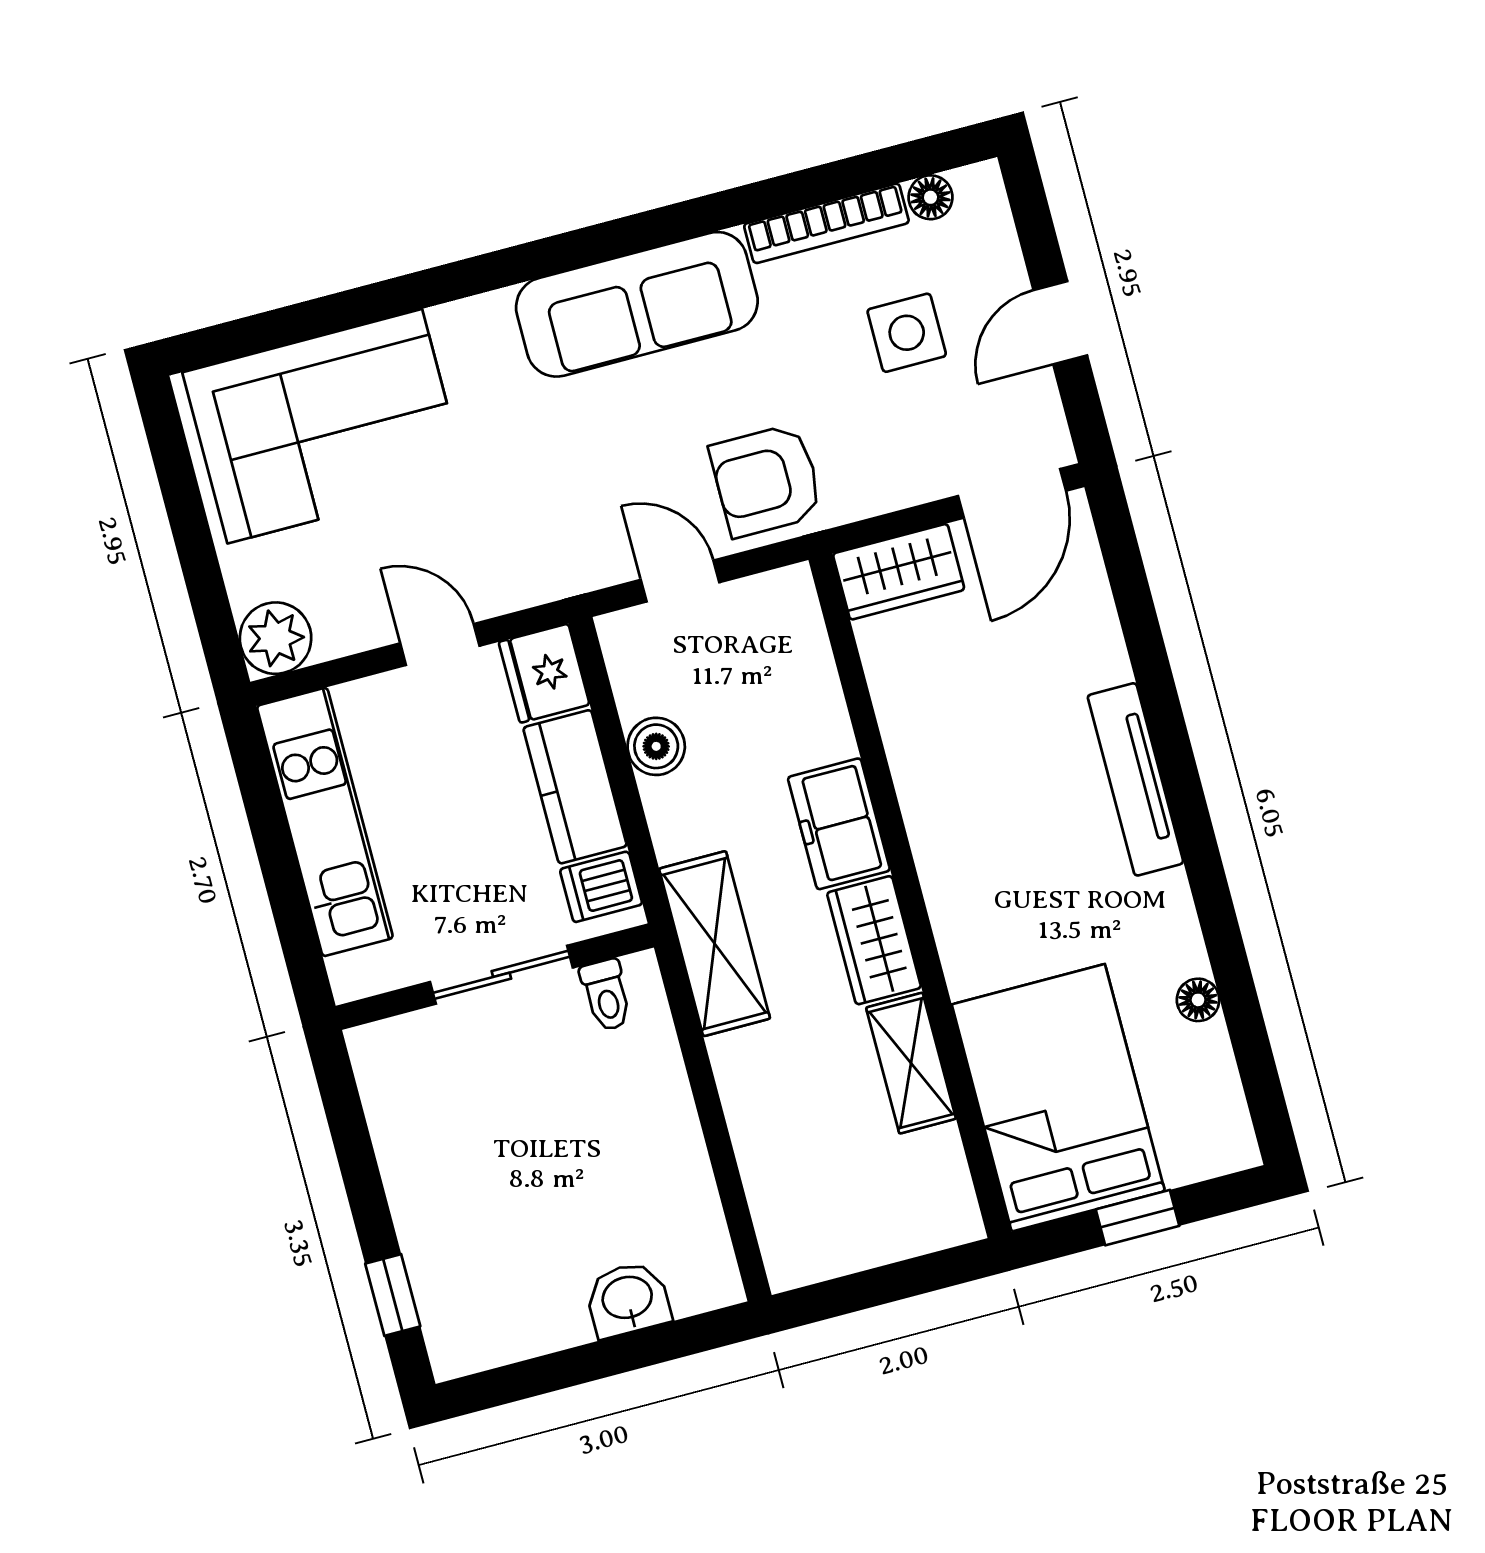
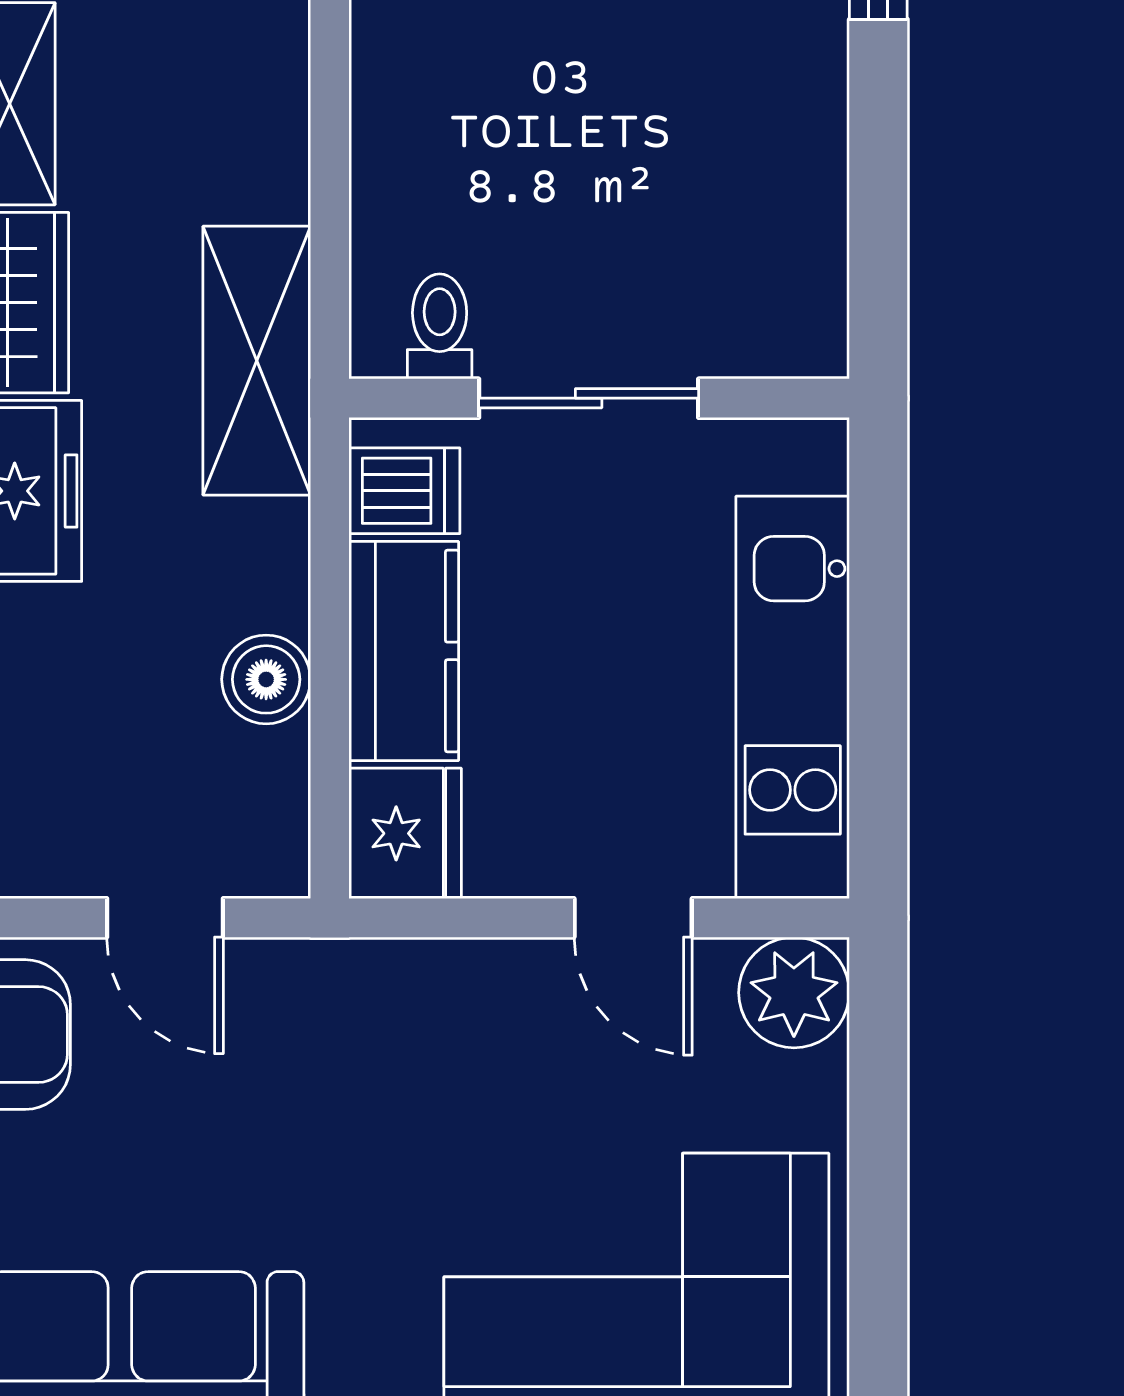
door: (440, 644) -> (633, 918), moved

